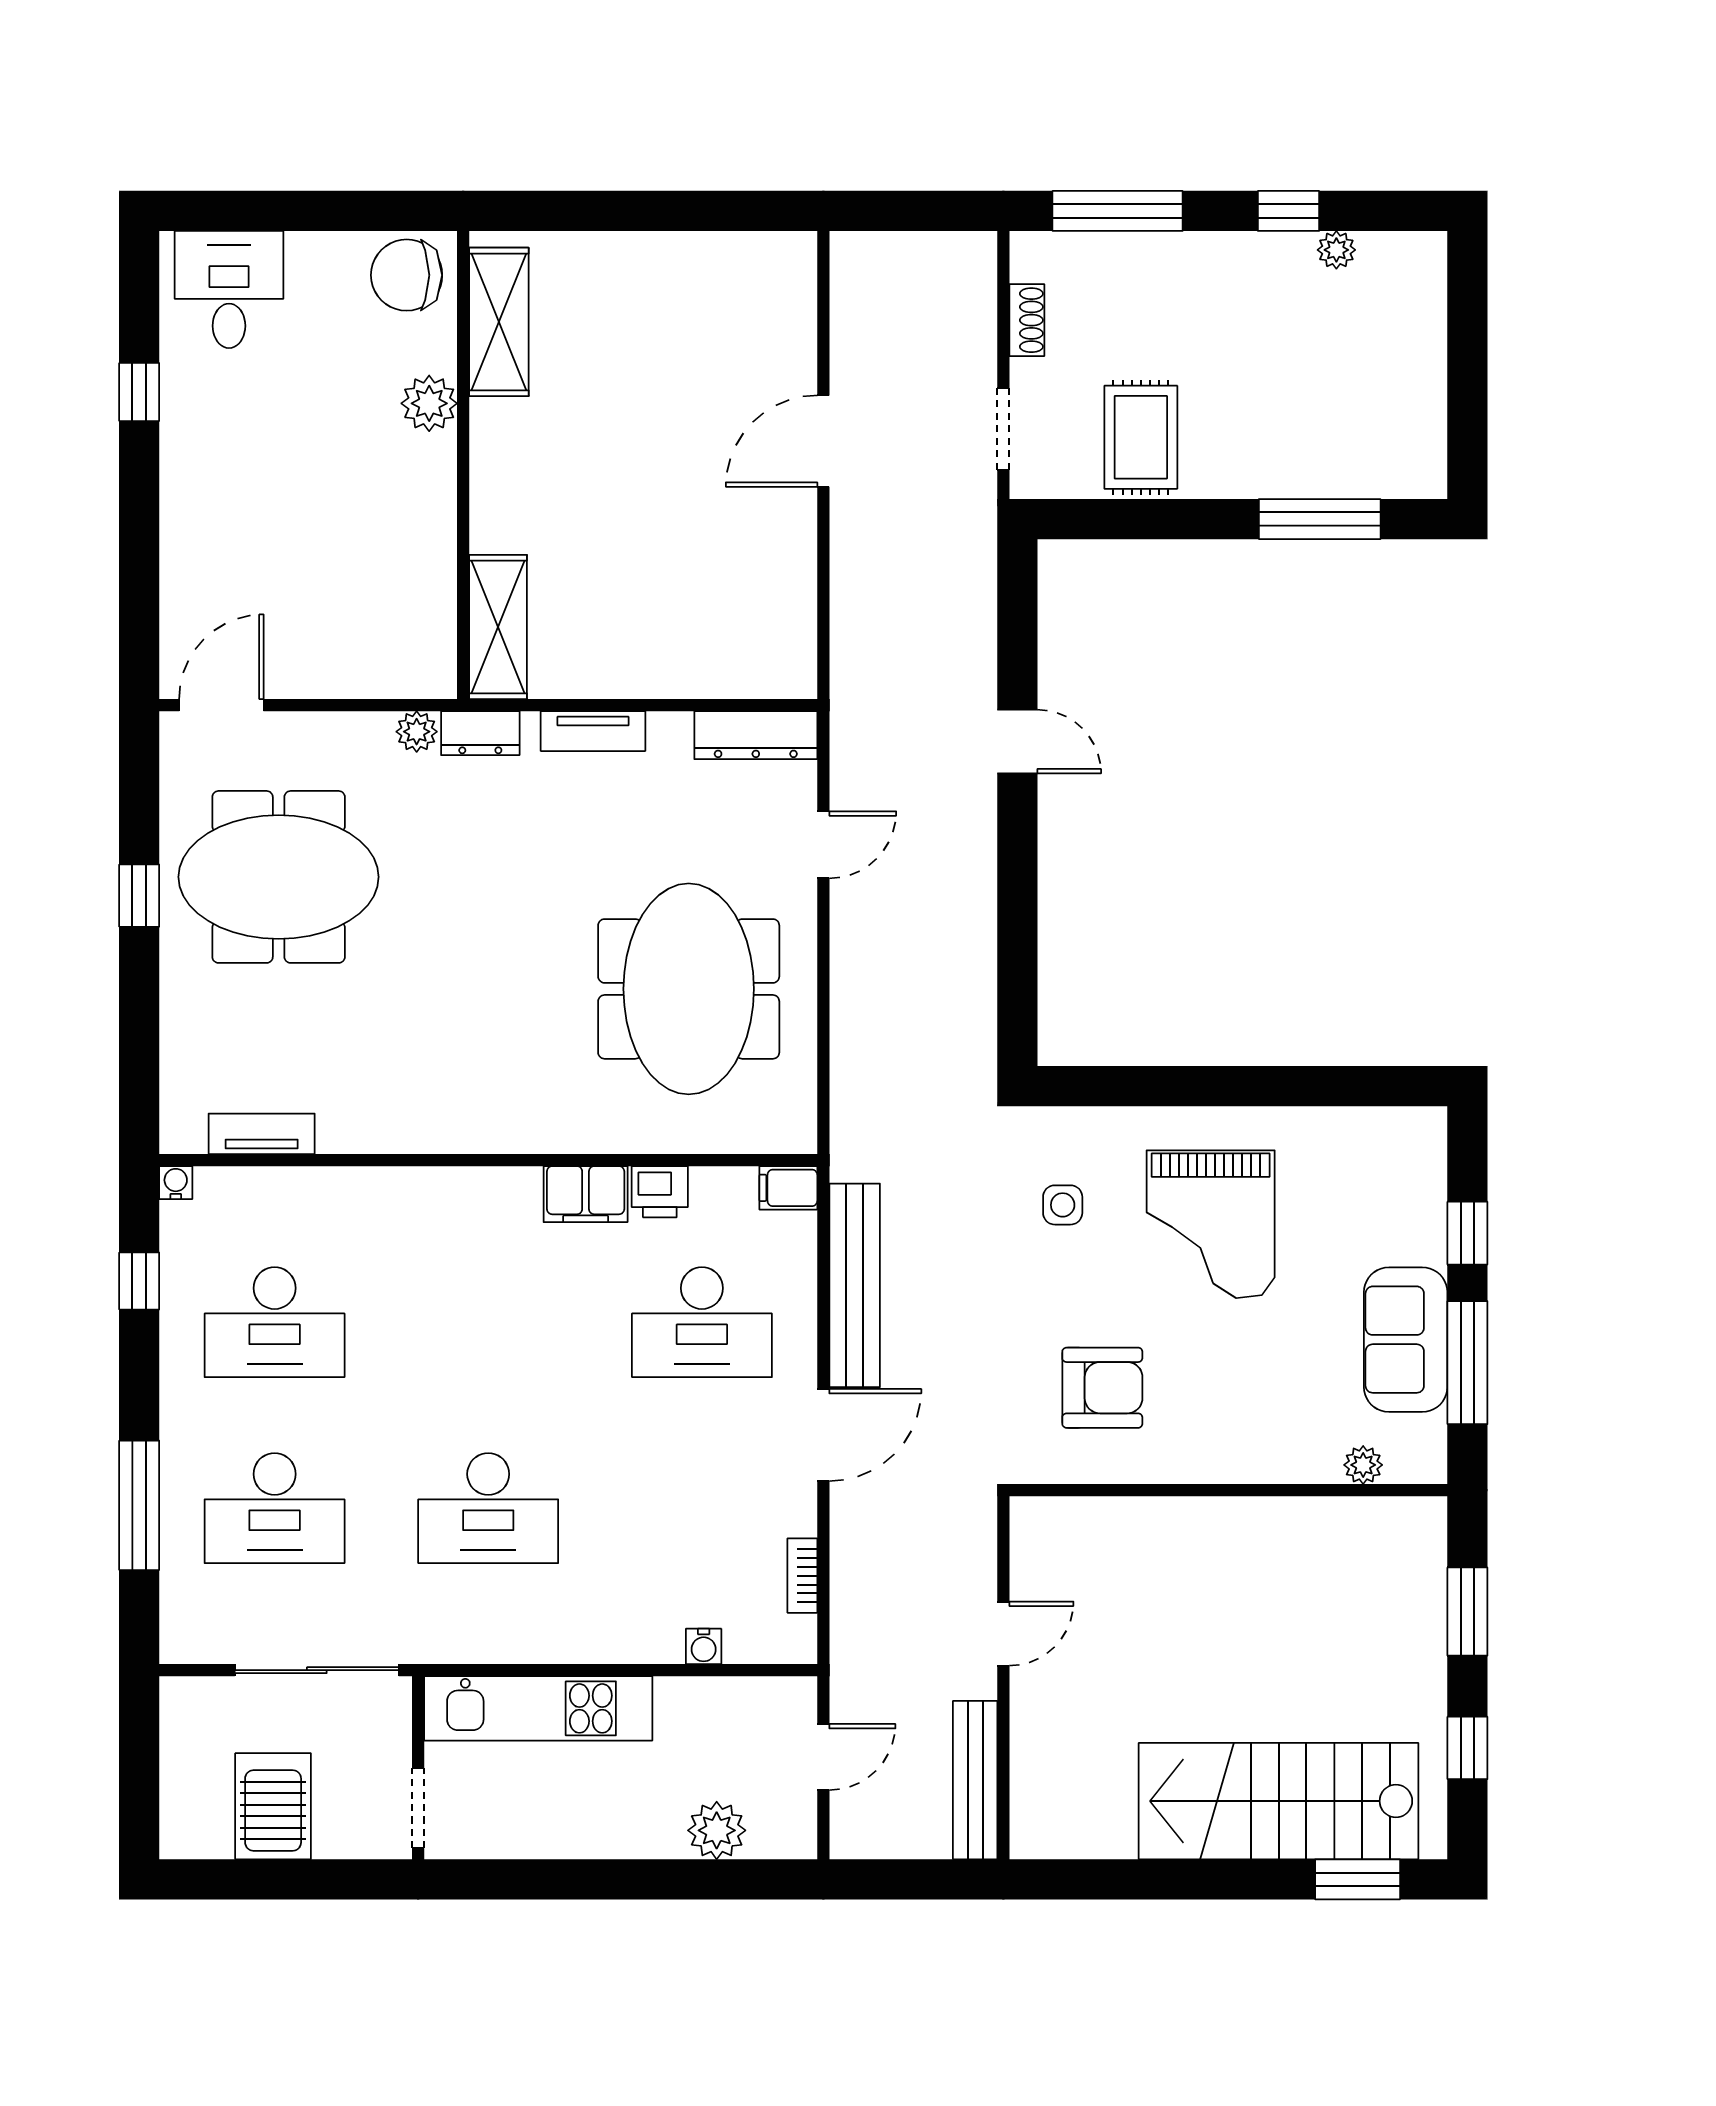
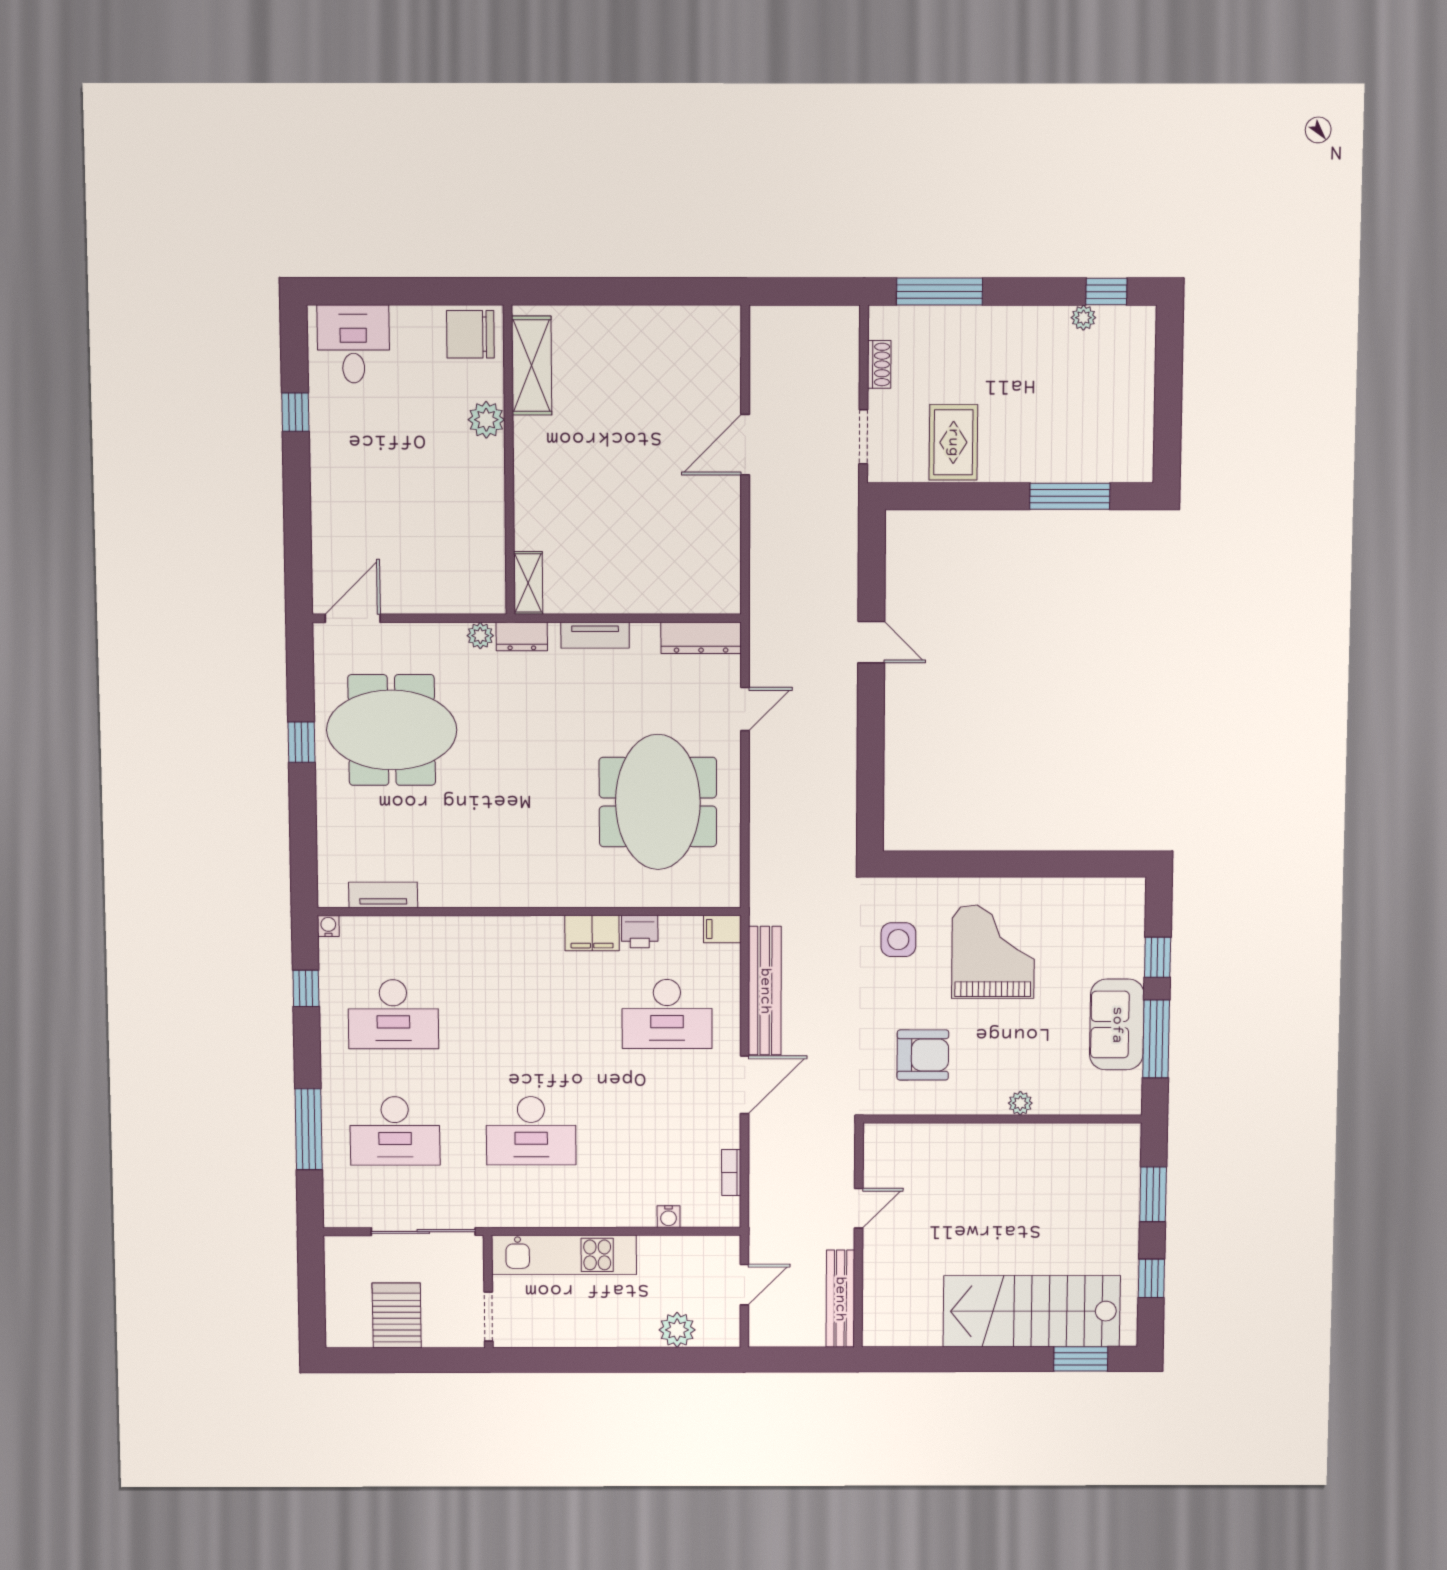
window: (1289, 211) -> (1106, 292), moved
shelving: (498, 627) -> (528, 583), width x0.67, depth x0.75
side table: (1063, 1205) -> (898, 940), width x1.37, depth x1.37
grand piano: (1211, 1224) -> (993, 952), turned 180
plant: (1363, 1465) -> (1020, 1103), moved

